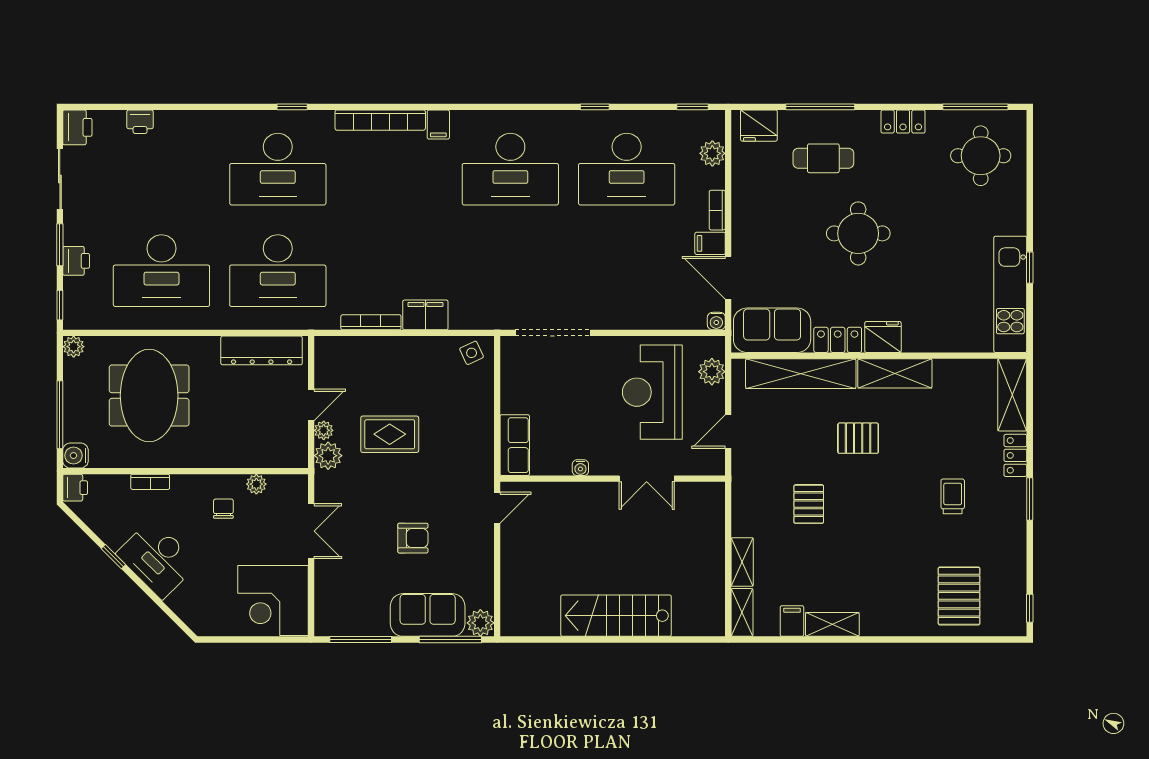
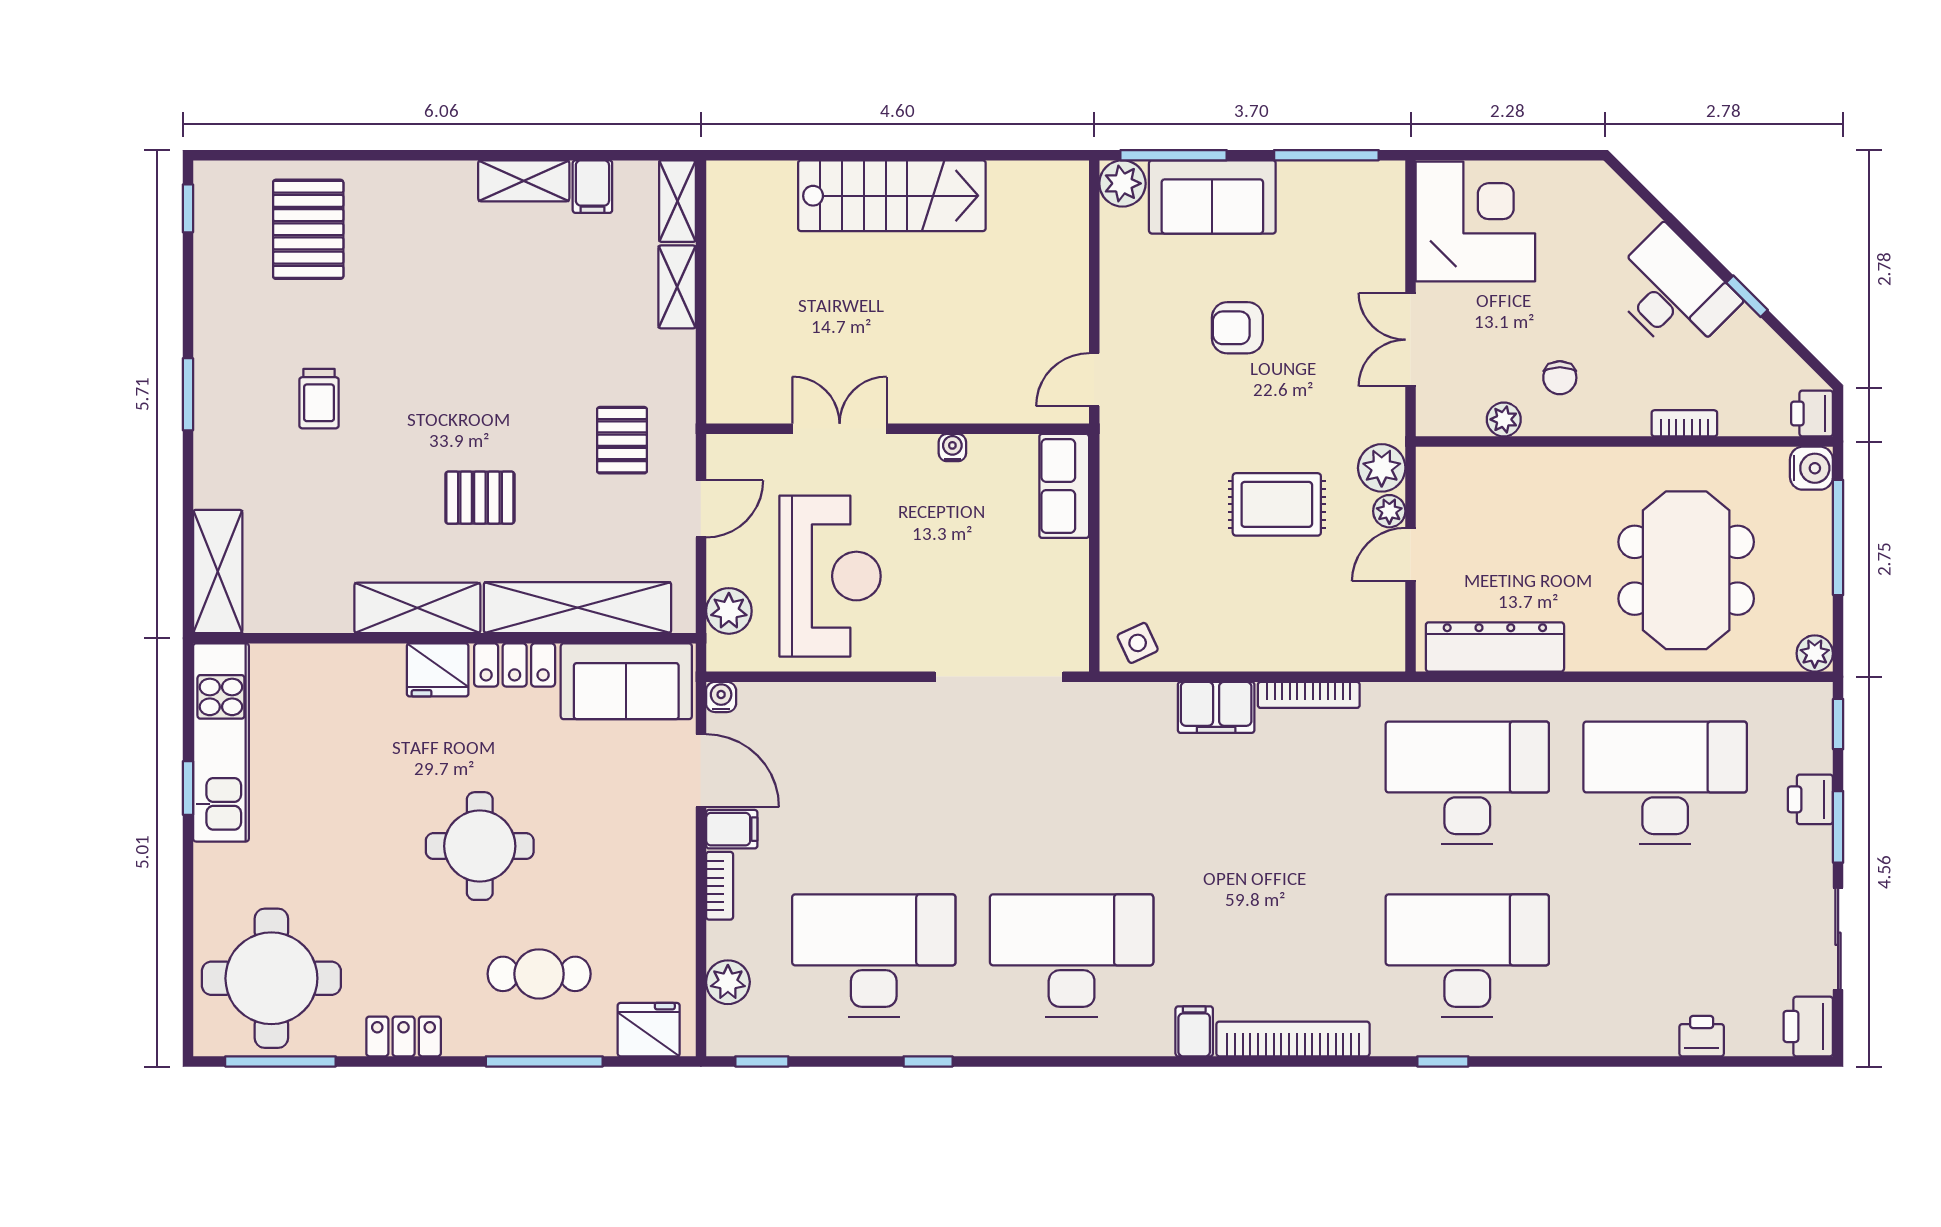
round table: (981, 156) -> (271, 978), width x1.36, depth x1.36
locker: (1015, 455) -> (212, 468), removed
pallet: (809, 504) -> (622, 440), moved

